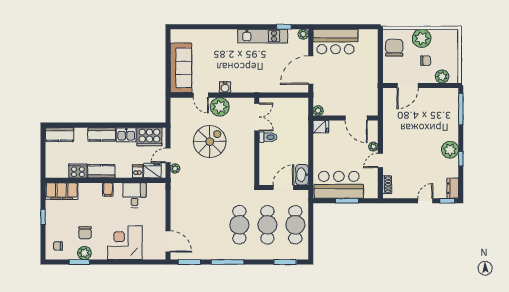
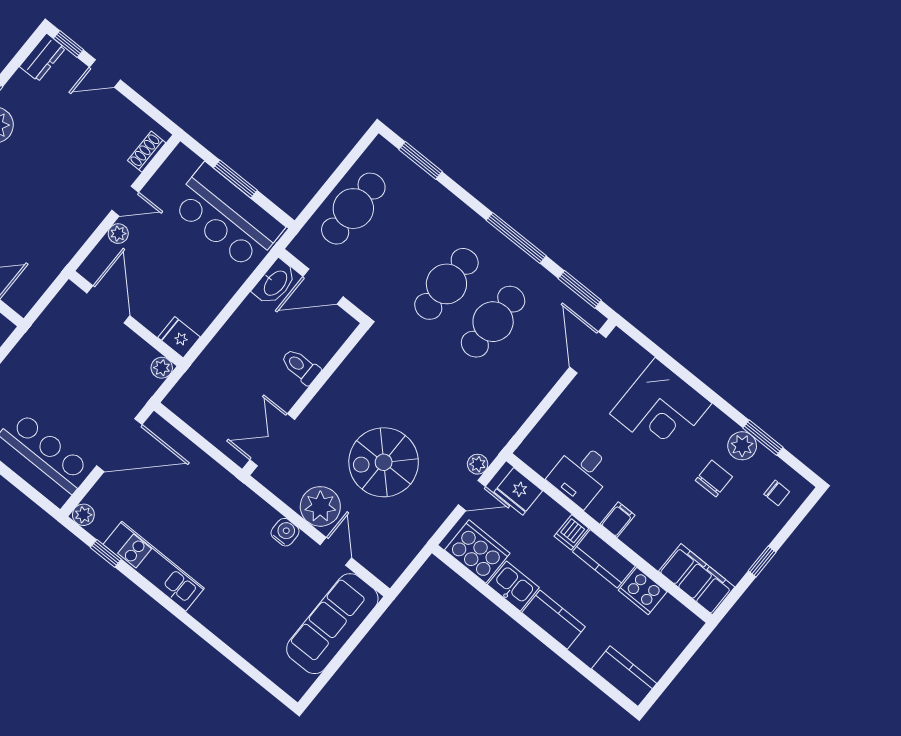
toilet: (268, 137) -> (301, 366), moved
dishwasher: (138, 171) -> (571, 532), moved
cafe table: (267, 225) -> (493, 322), moved

